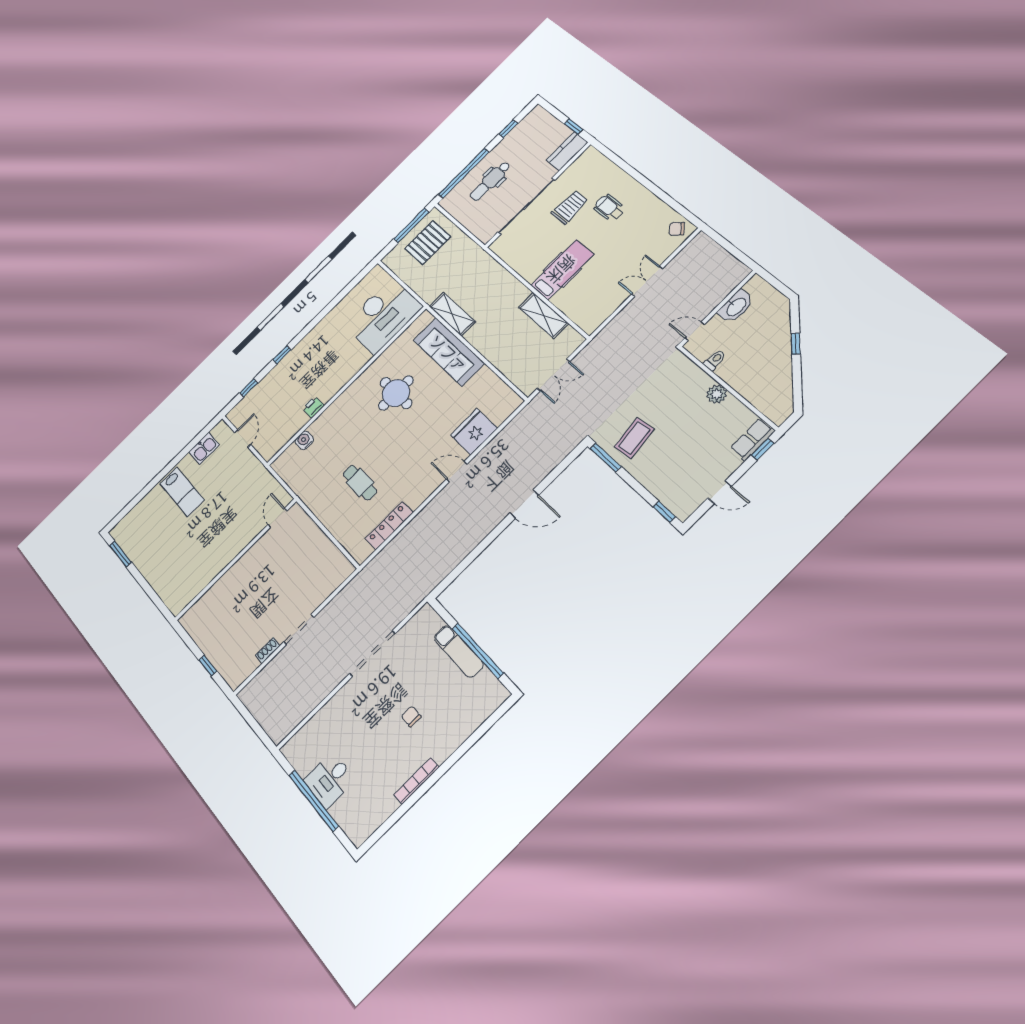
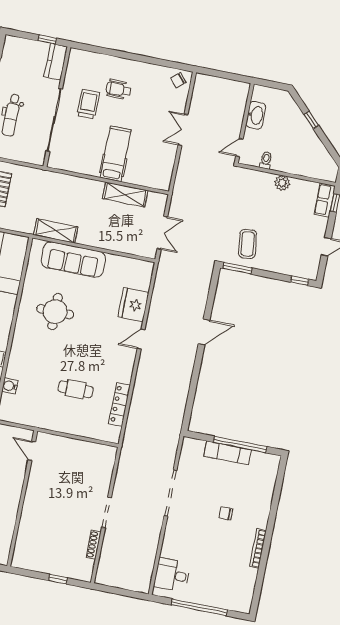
shoe rack: (268, 651) -> (94, 545), width x1.43
desk: (330, 780) -> (172, 575), moved, turned 90

